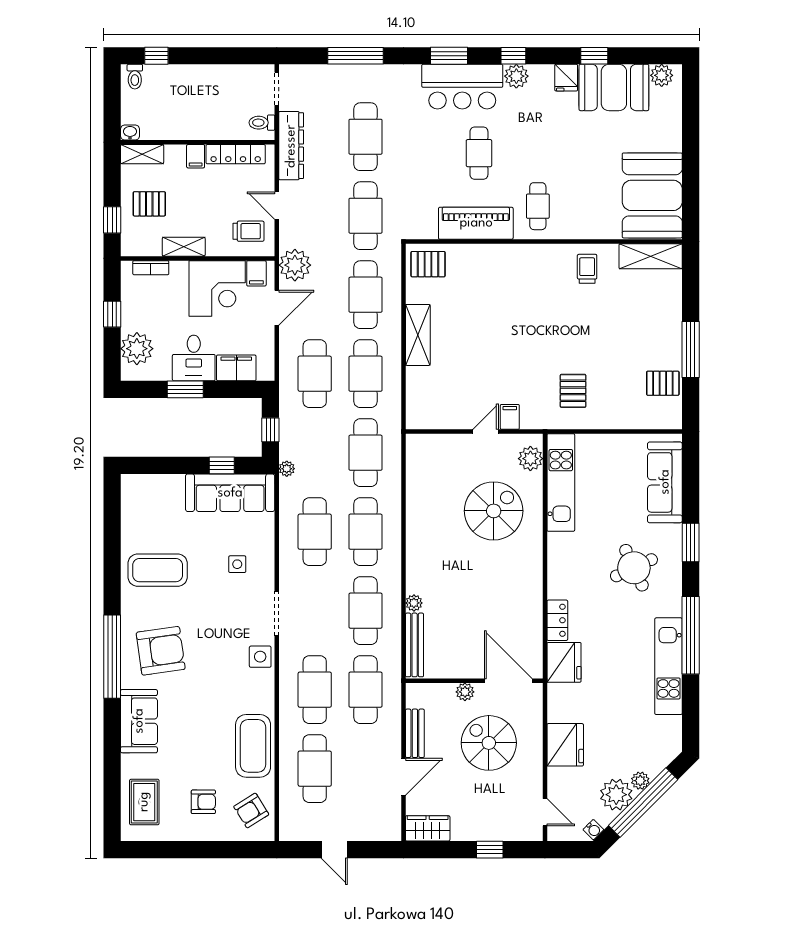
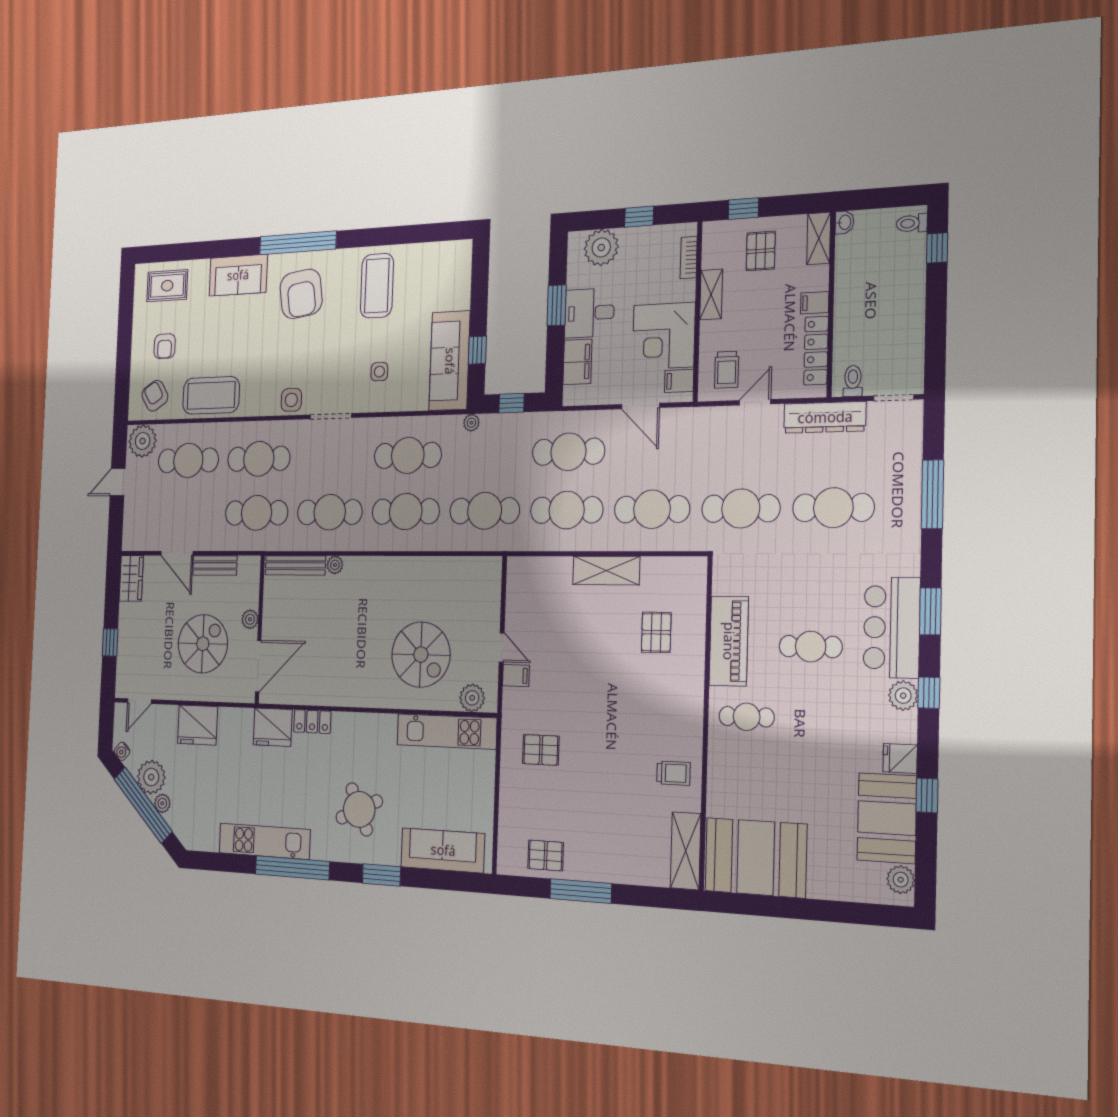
pallet: (428, 264) -> (656, 632), moved
plant: (295, 265) -> (143, 441), moved
pallet: (663, 383) -> (546, 855), turned 90

